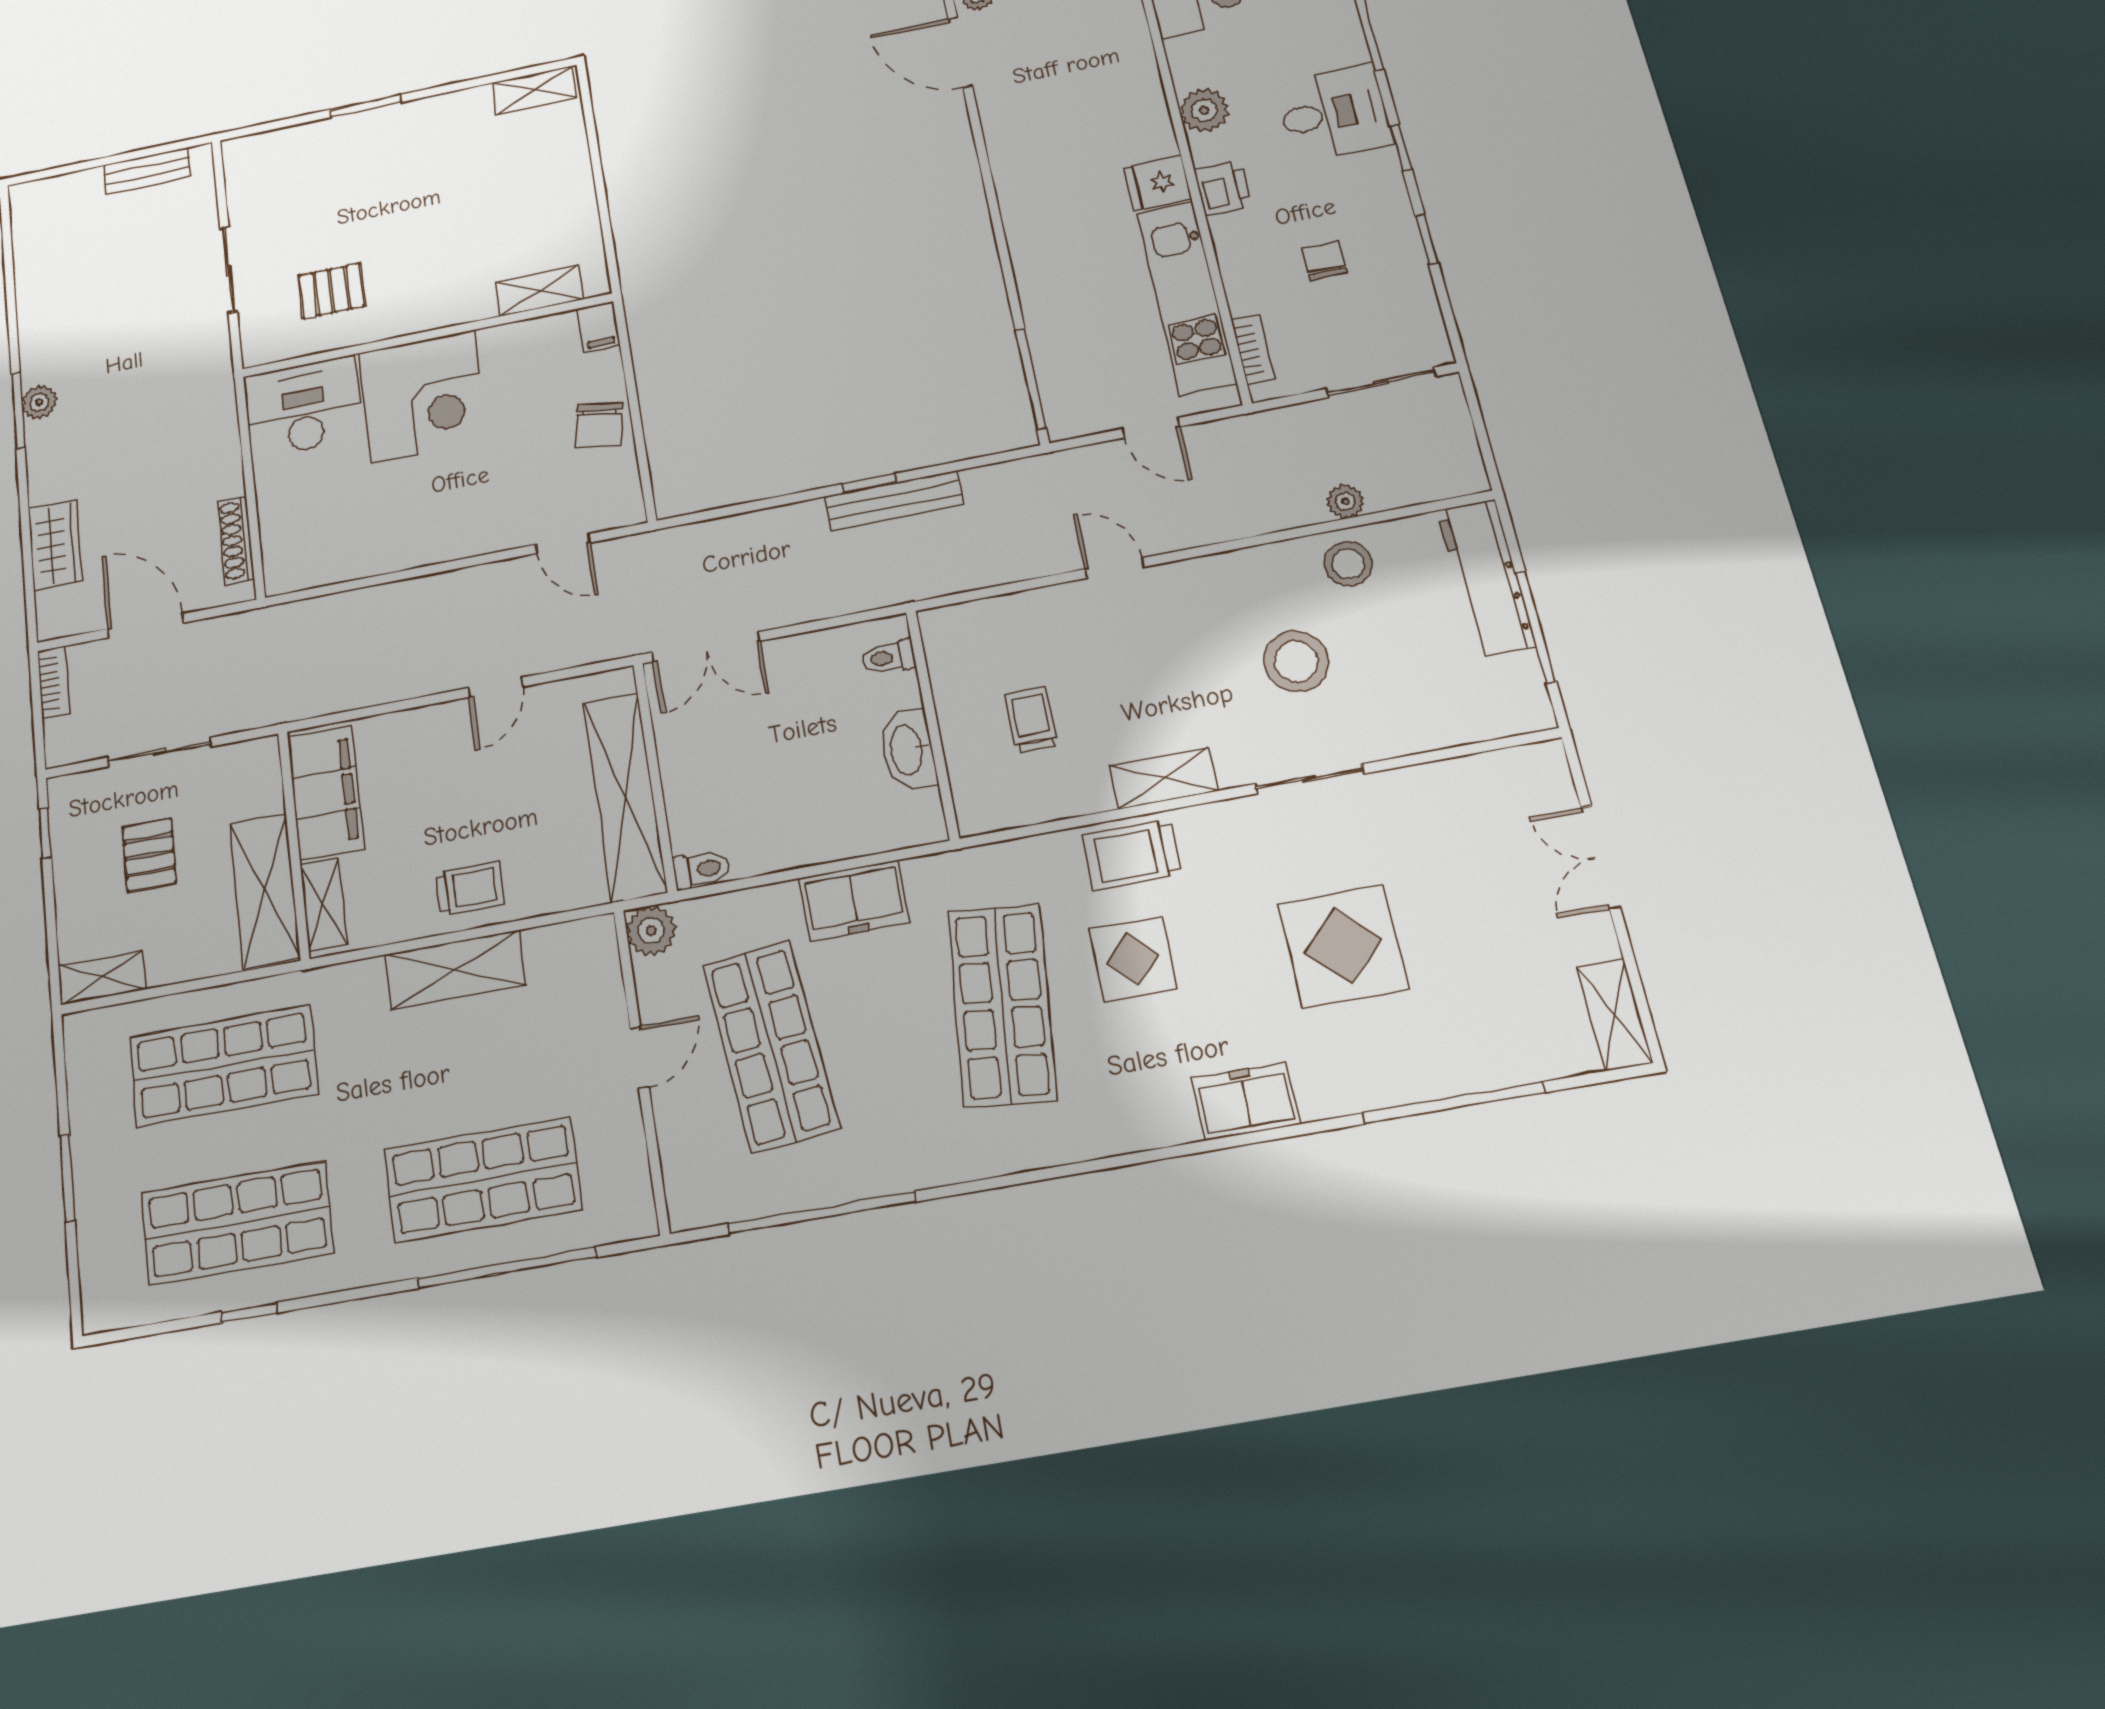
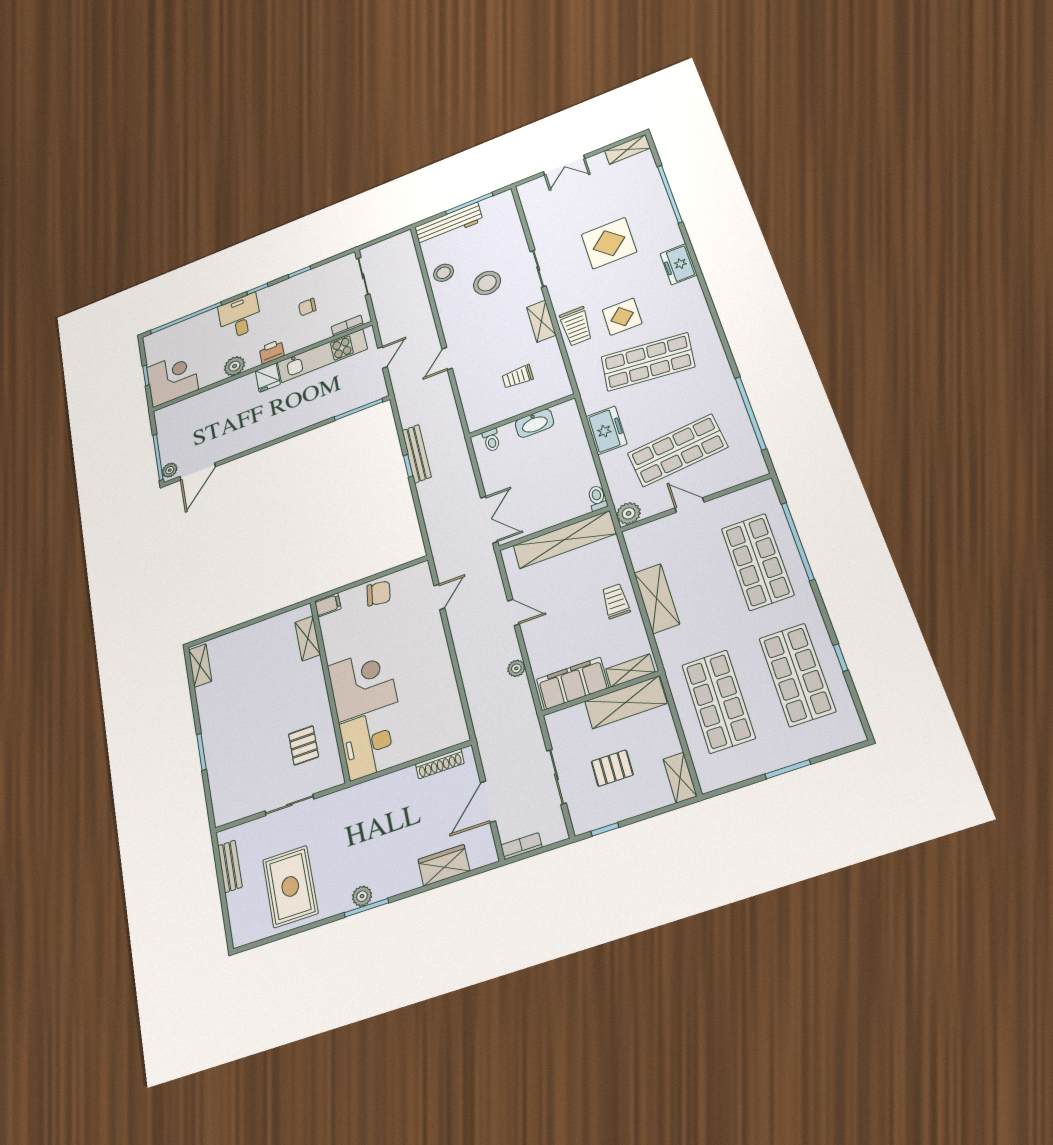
rug: (87, 278) -> (290, 886), added
plant: (1345, 501) -> (516, 668), moved

